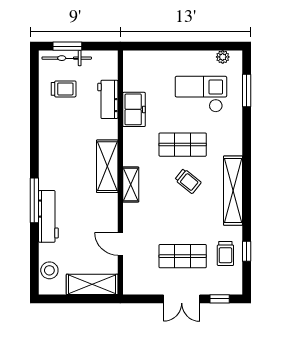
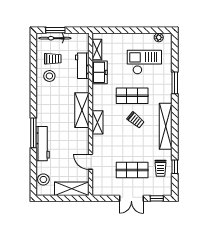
shelving: (130, 75) -> (97, 50), added
window: (247, 91) -> (175, 83), moved
stool: (58, 115) -> (49, 76), added

